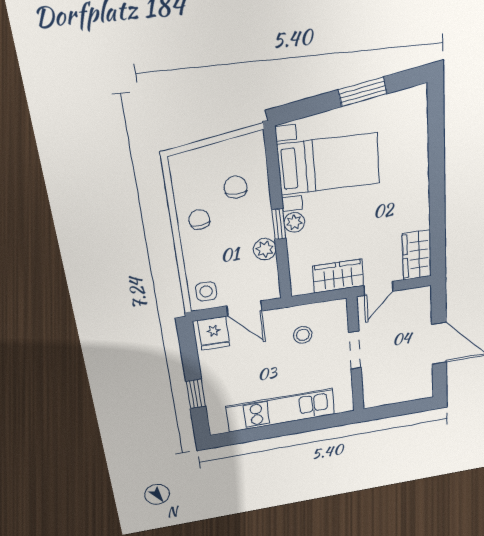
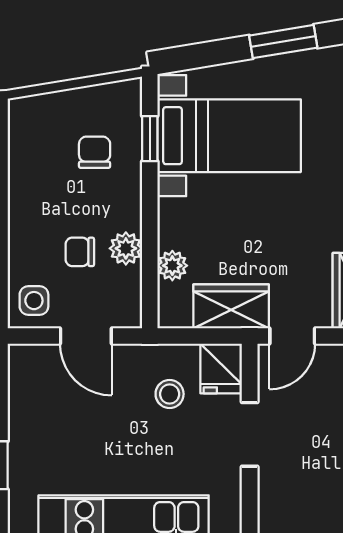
chair: (199, 220) -> (80, 252), moved, turned -83
plant: (294, 222) -> (172, 266), moved
window: (279, 224) -> (150, 139), moved
fridge: (214, 333) -> (221, 368), moved

